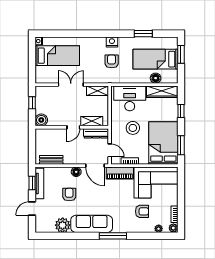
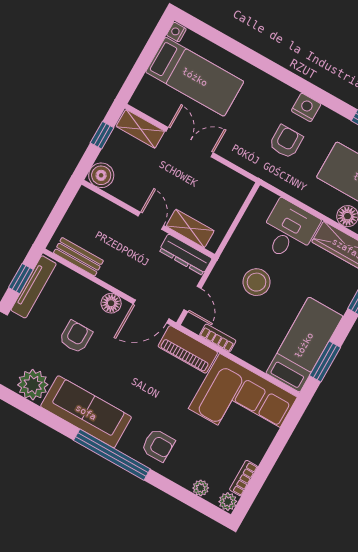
shelving: (97, 91) -> (140, 129), moved
desk: (130, 98) -> (289, 231), width x0.73
door: (73, 127) -> (151, 221), swing flipped
bed: (163, 143) -> (304, 345), width x0.67
door: (95, 166) -> (151, 311), hinge flipped
armchair: (142, 211) -> (158, 445), moved
window: (113, 236) -> (112, 455), width x1.46

